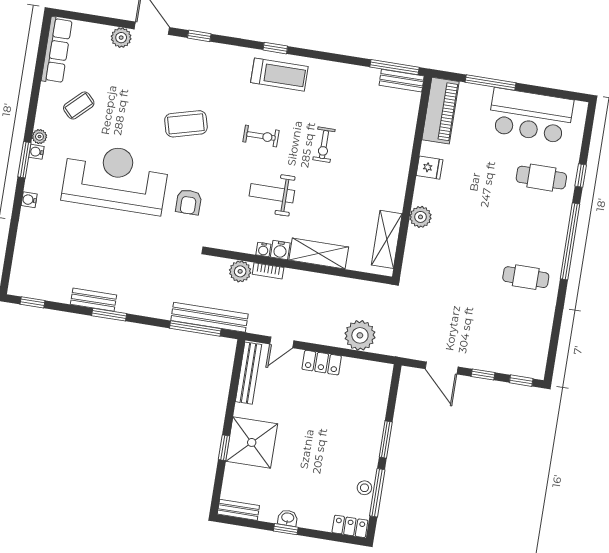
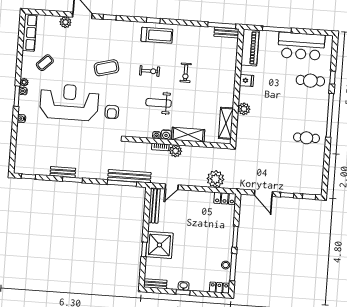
plant: (240, 271) -> (176, 151), moved
locker: (322, 363) -> (225, 198), moved

